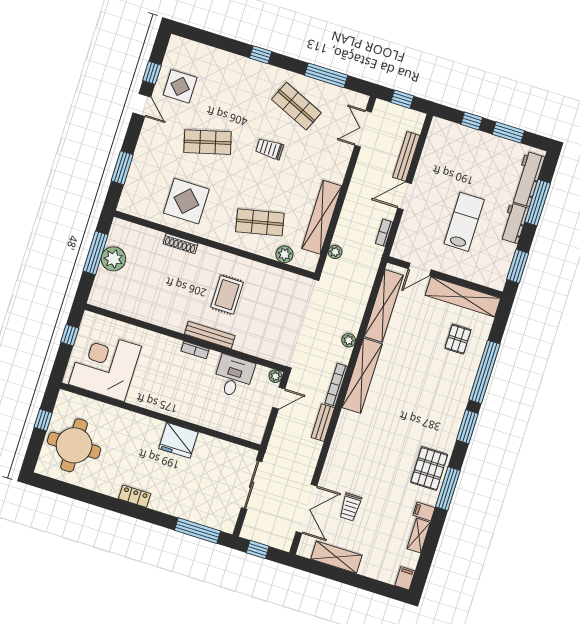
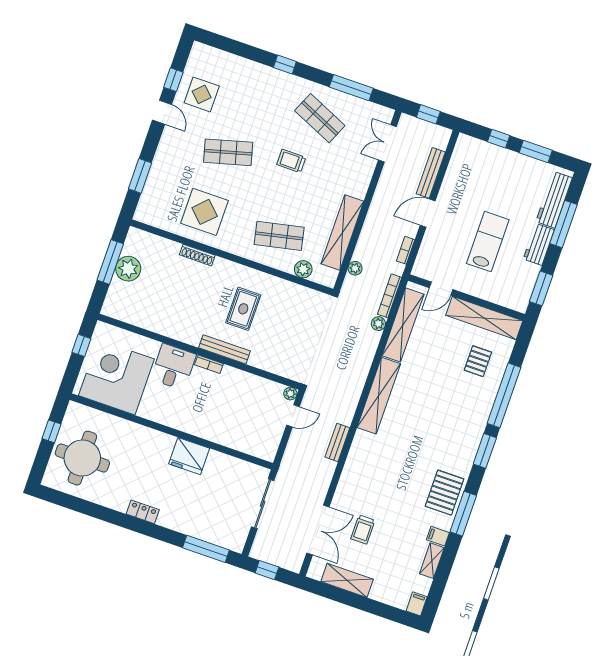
plant: (349, 340) -> (378, 324), moved
desk: (234, 376) -> (173, 367), moved
bookcase: (336, 385) -> (390, 296), moved

